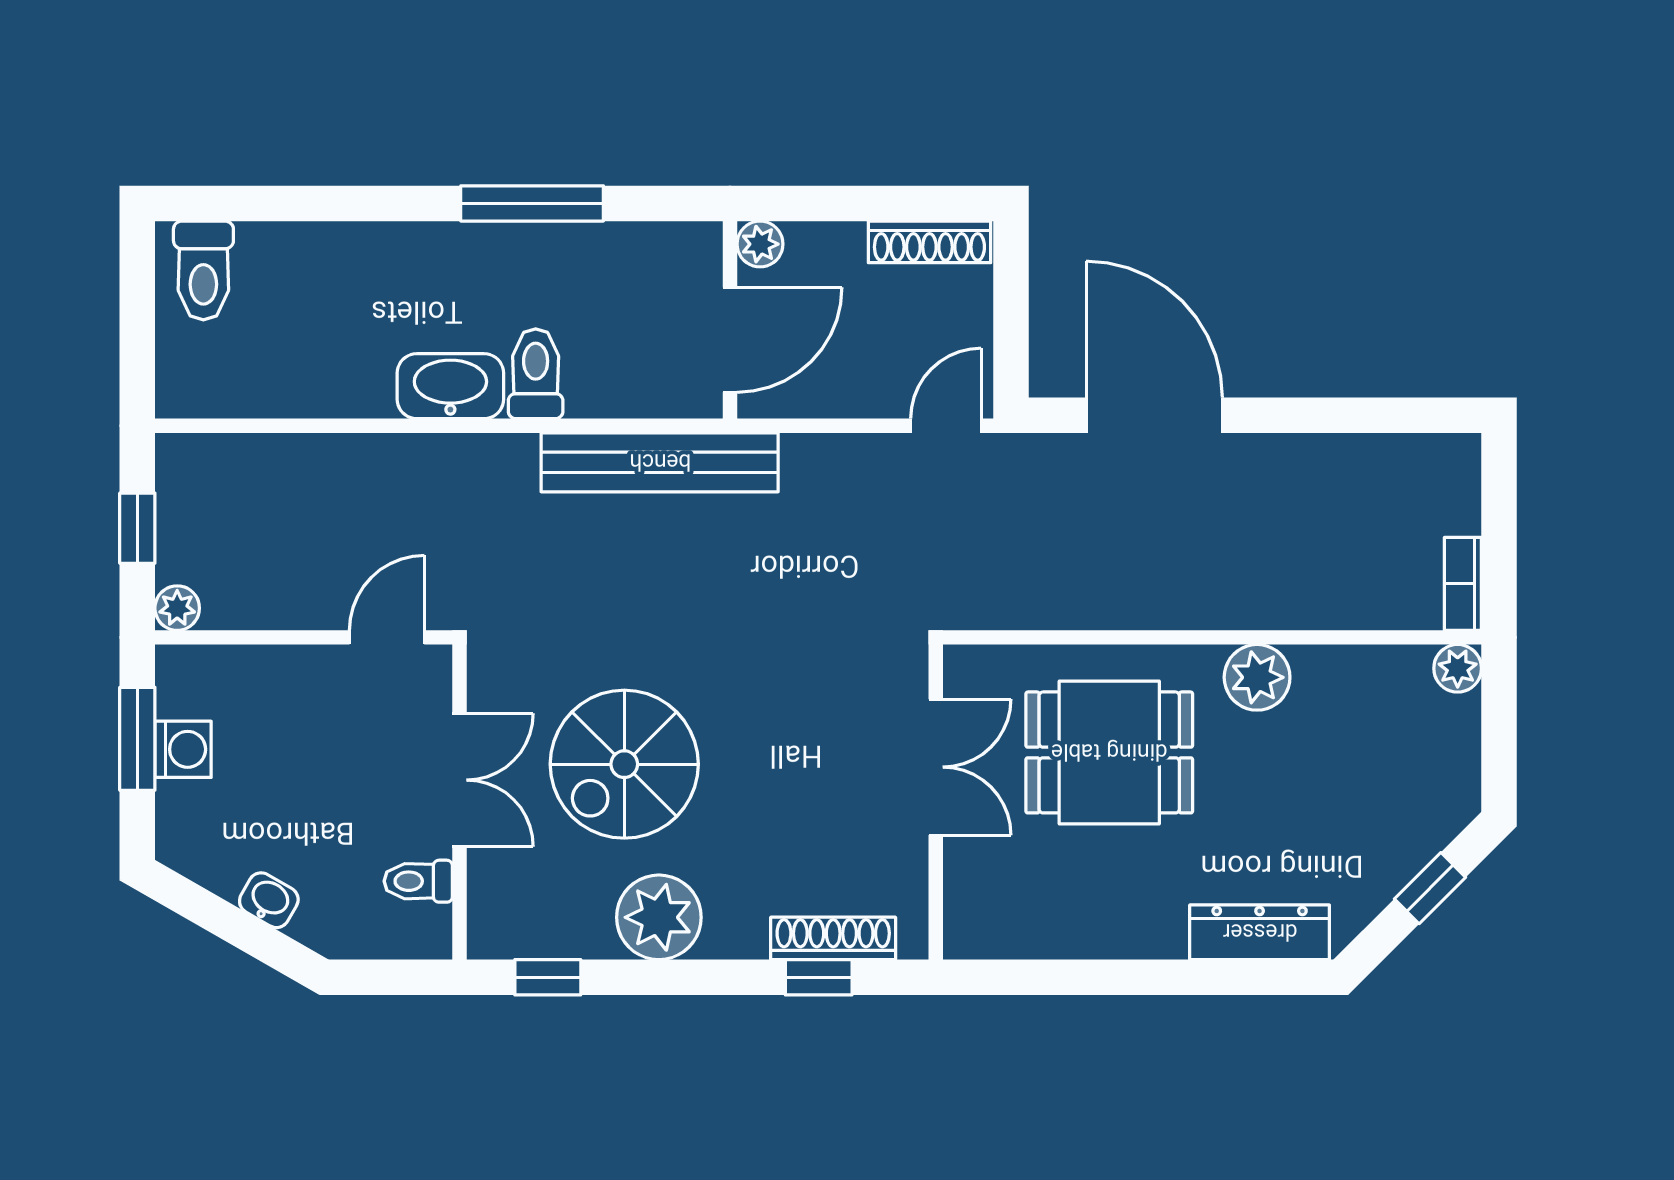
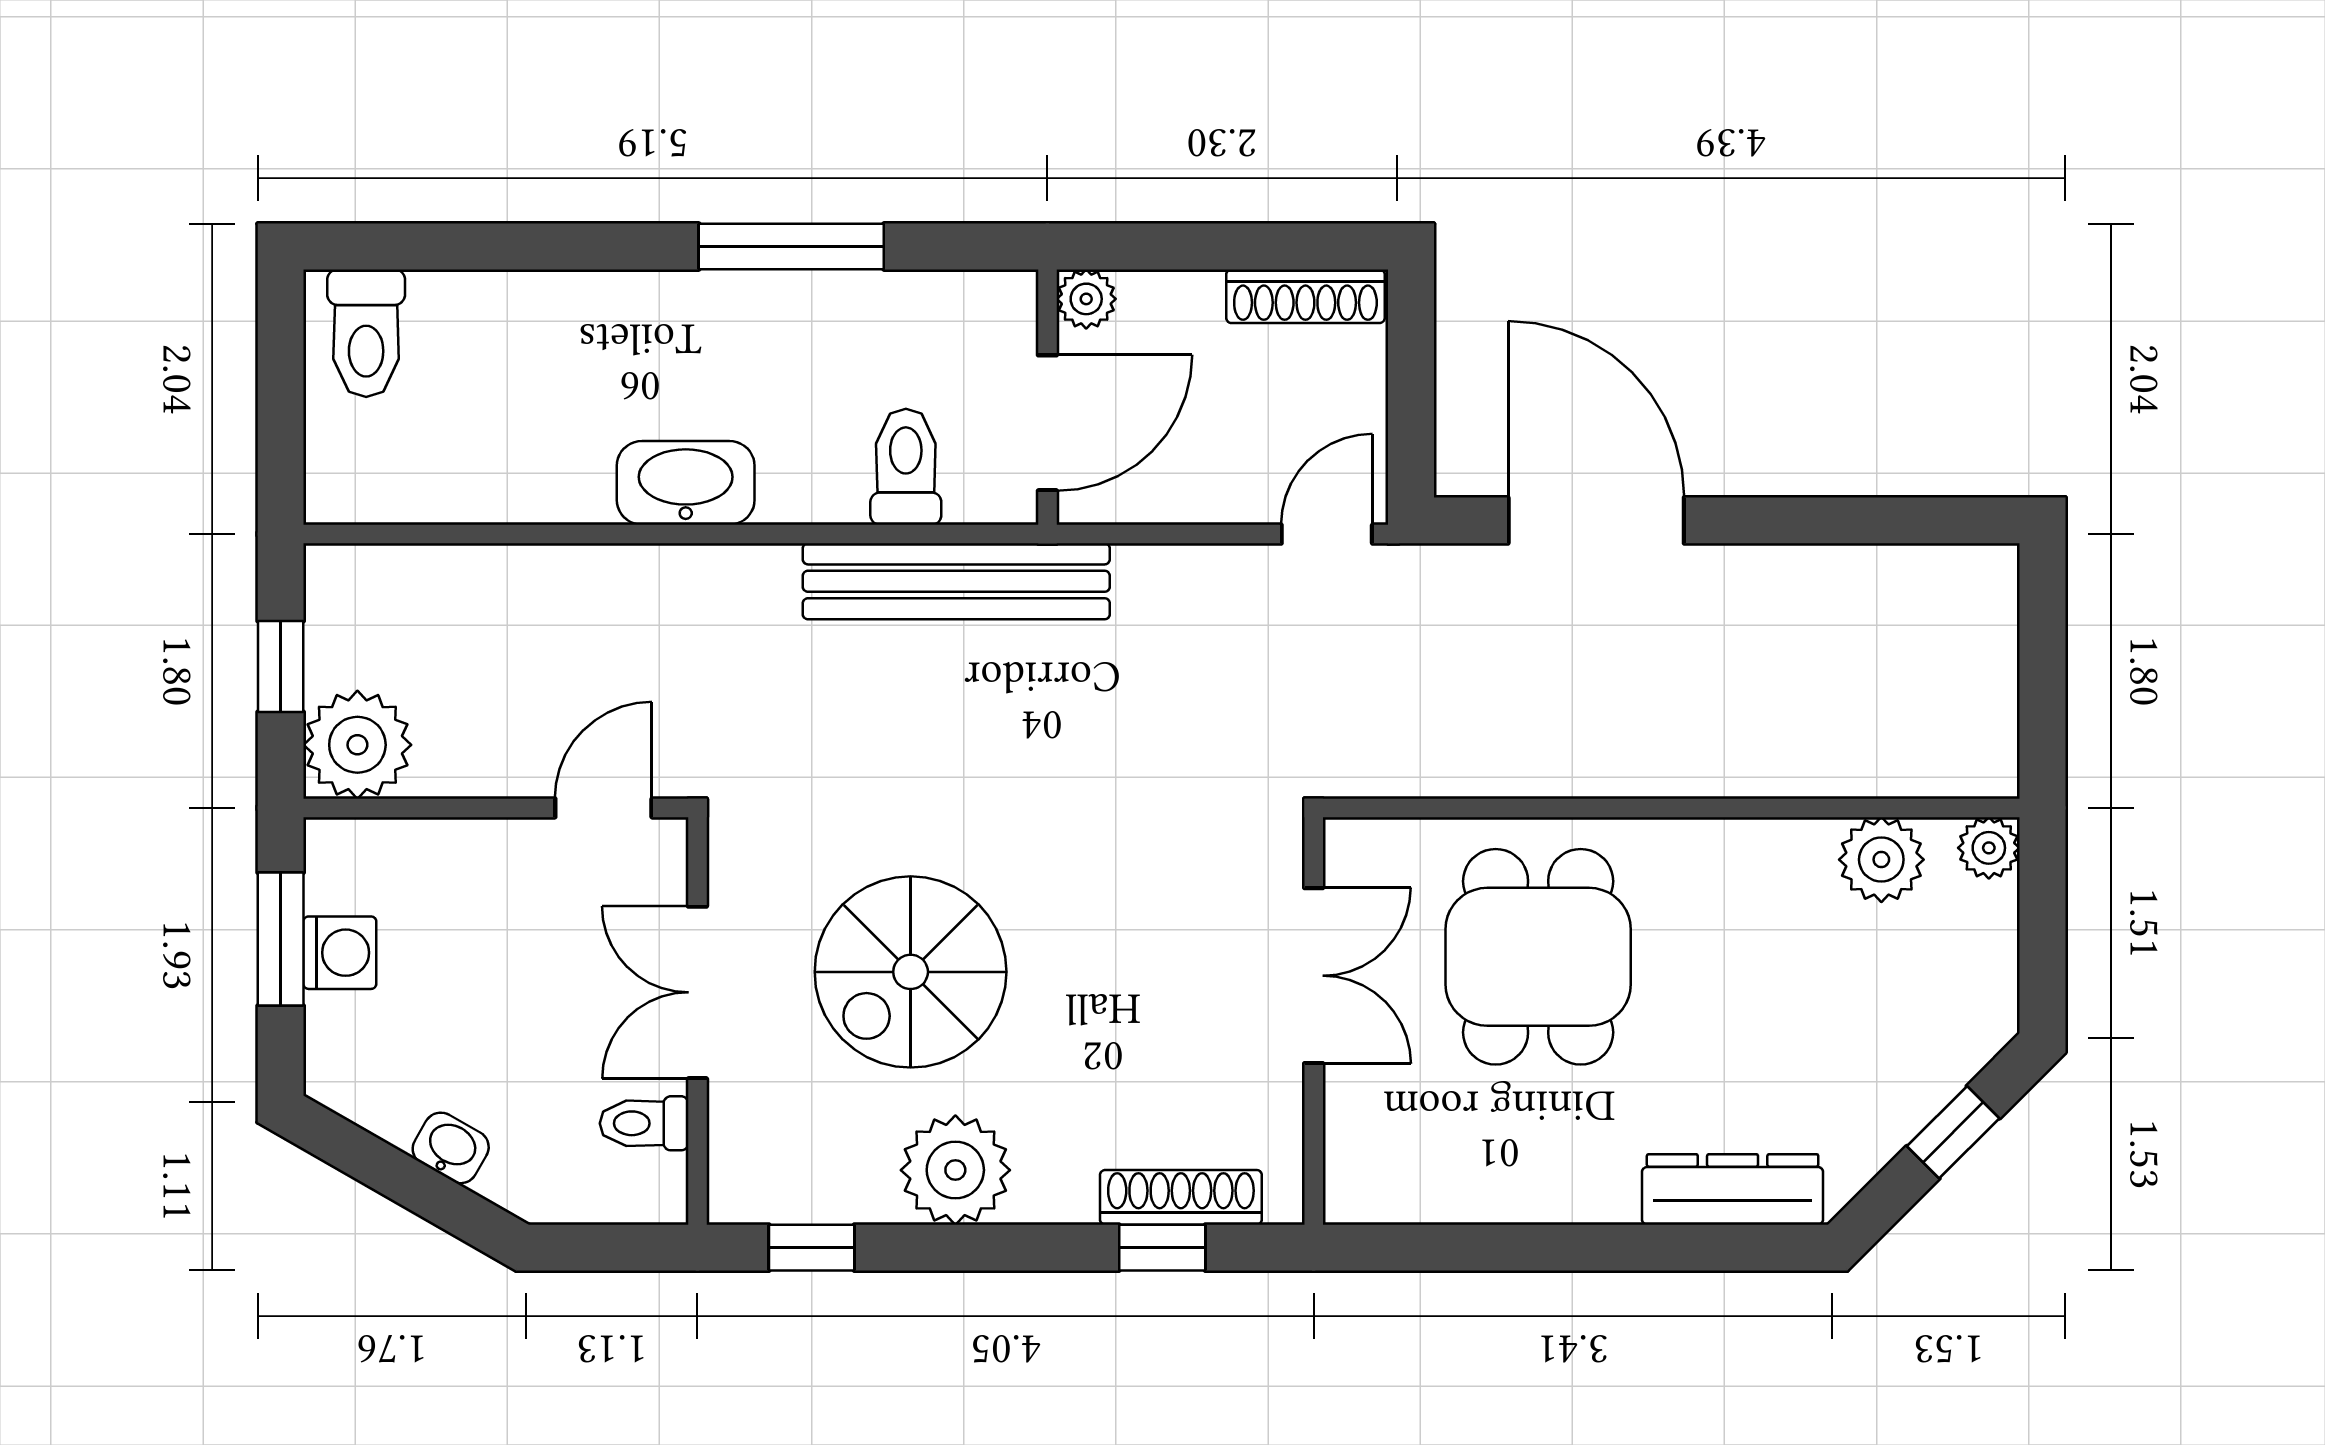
toilet: (536, 374) -> (906, 467), moved
bookcase: (1463, 584) -> (1996, 739), removed
plant: (177, 608) -> (357, 745), width x1.87, depth x1.87
plant: (1257, 677) -> (1881, 860), moved
dining table: (1109, 752) -> (1538, 957), turned 90
double door: (460, 780) -> (697, 992), swing flipped

